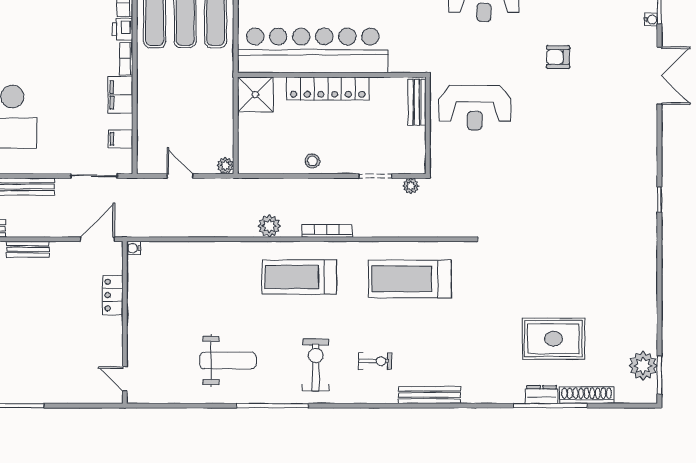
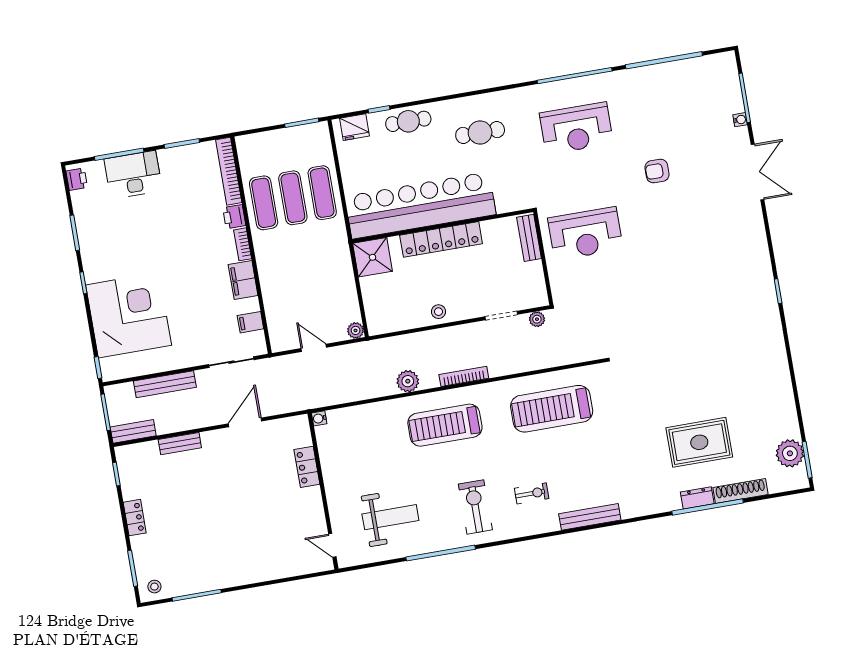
water cooler: (134, 248) -> (319, 418), moved
locker: (113, 295) -> (307, 467), moved
wall: (125, 322) -> (323, 491), moved
door: (125, 379) -> (332, 545), moved

